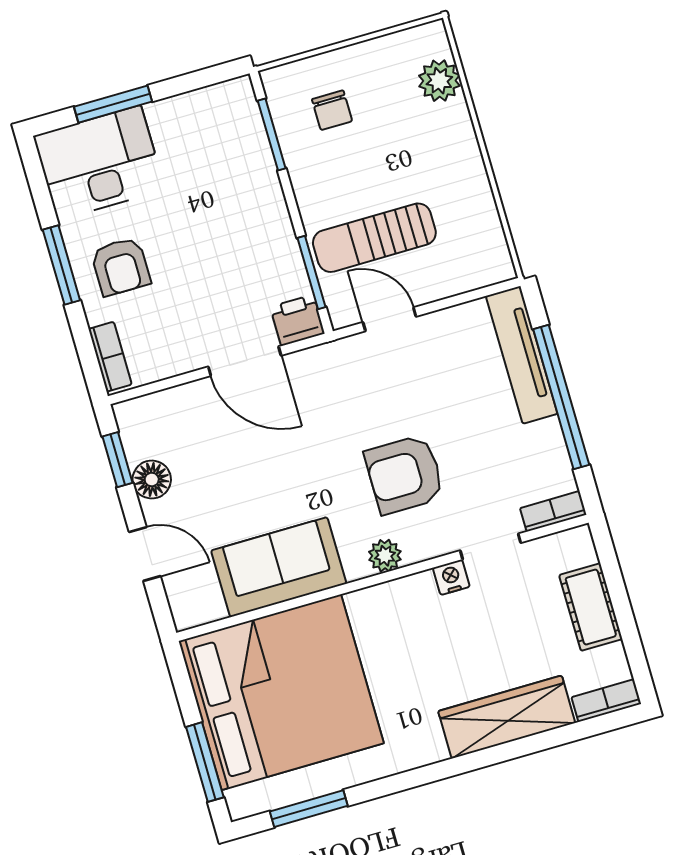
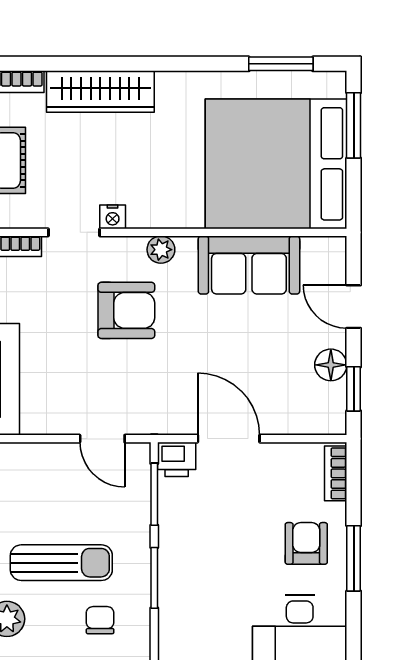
window: (272, 135) -> (154, 578), moved
sun lounger: (374, 238) -> (61, 563), moved

